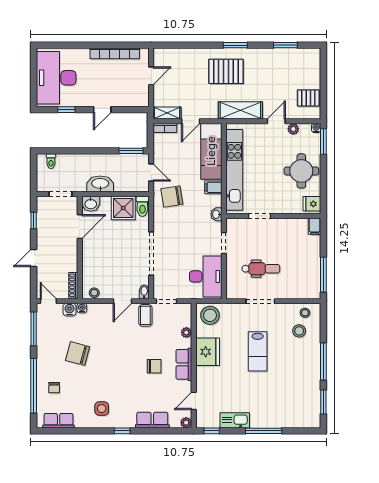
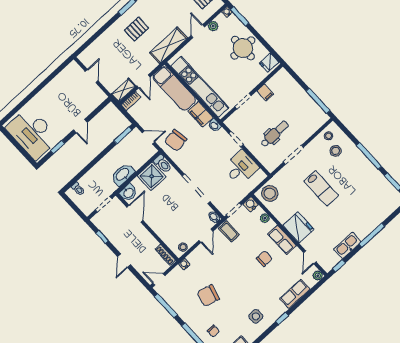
bookcase: (115, 53) -> (55, 83), removed
pallet: (226, 71) -> (136, 29), width x0.67, depth x0.71
filing cabinet: (213, 187) -> (200, 114), width x2.00
filing cabinet: (315, 226) -> (265, 93), moved
desk: (206, 276) -> (241, 168), width x0.73
water cooler: (69, 310) -> (251, 204), moved
fridge: (208, 352) -> (298, 227), moved

